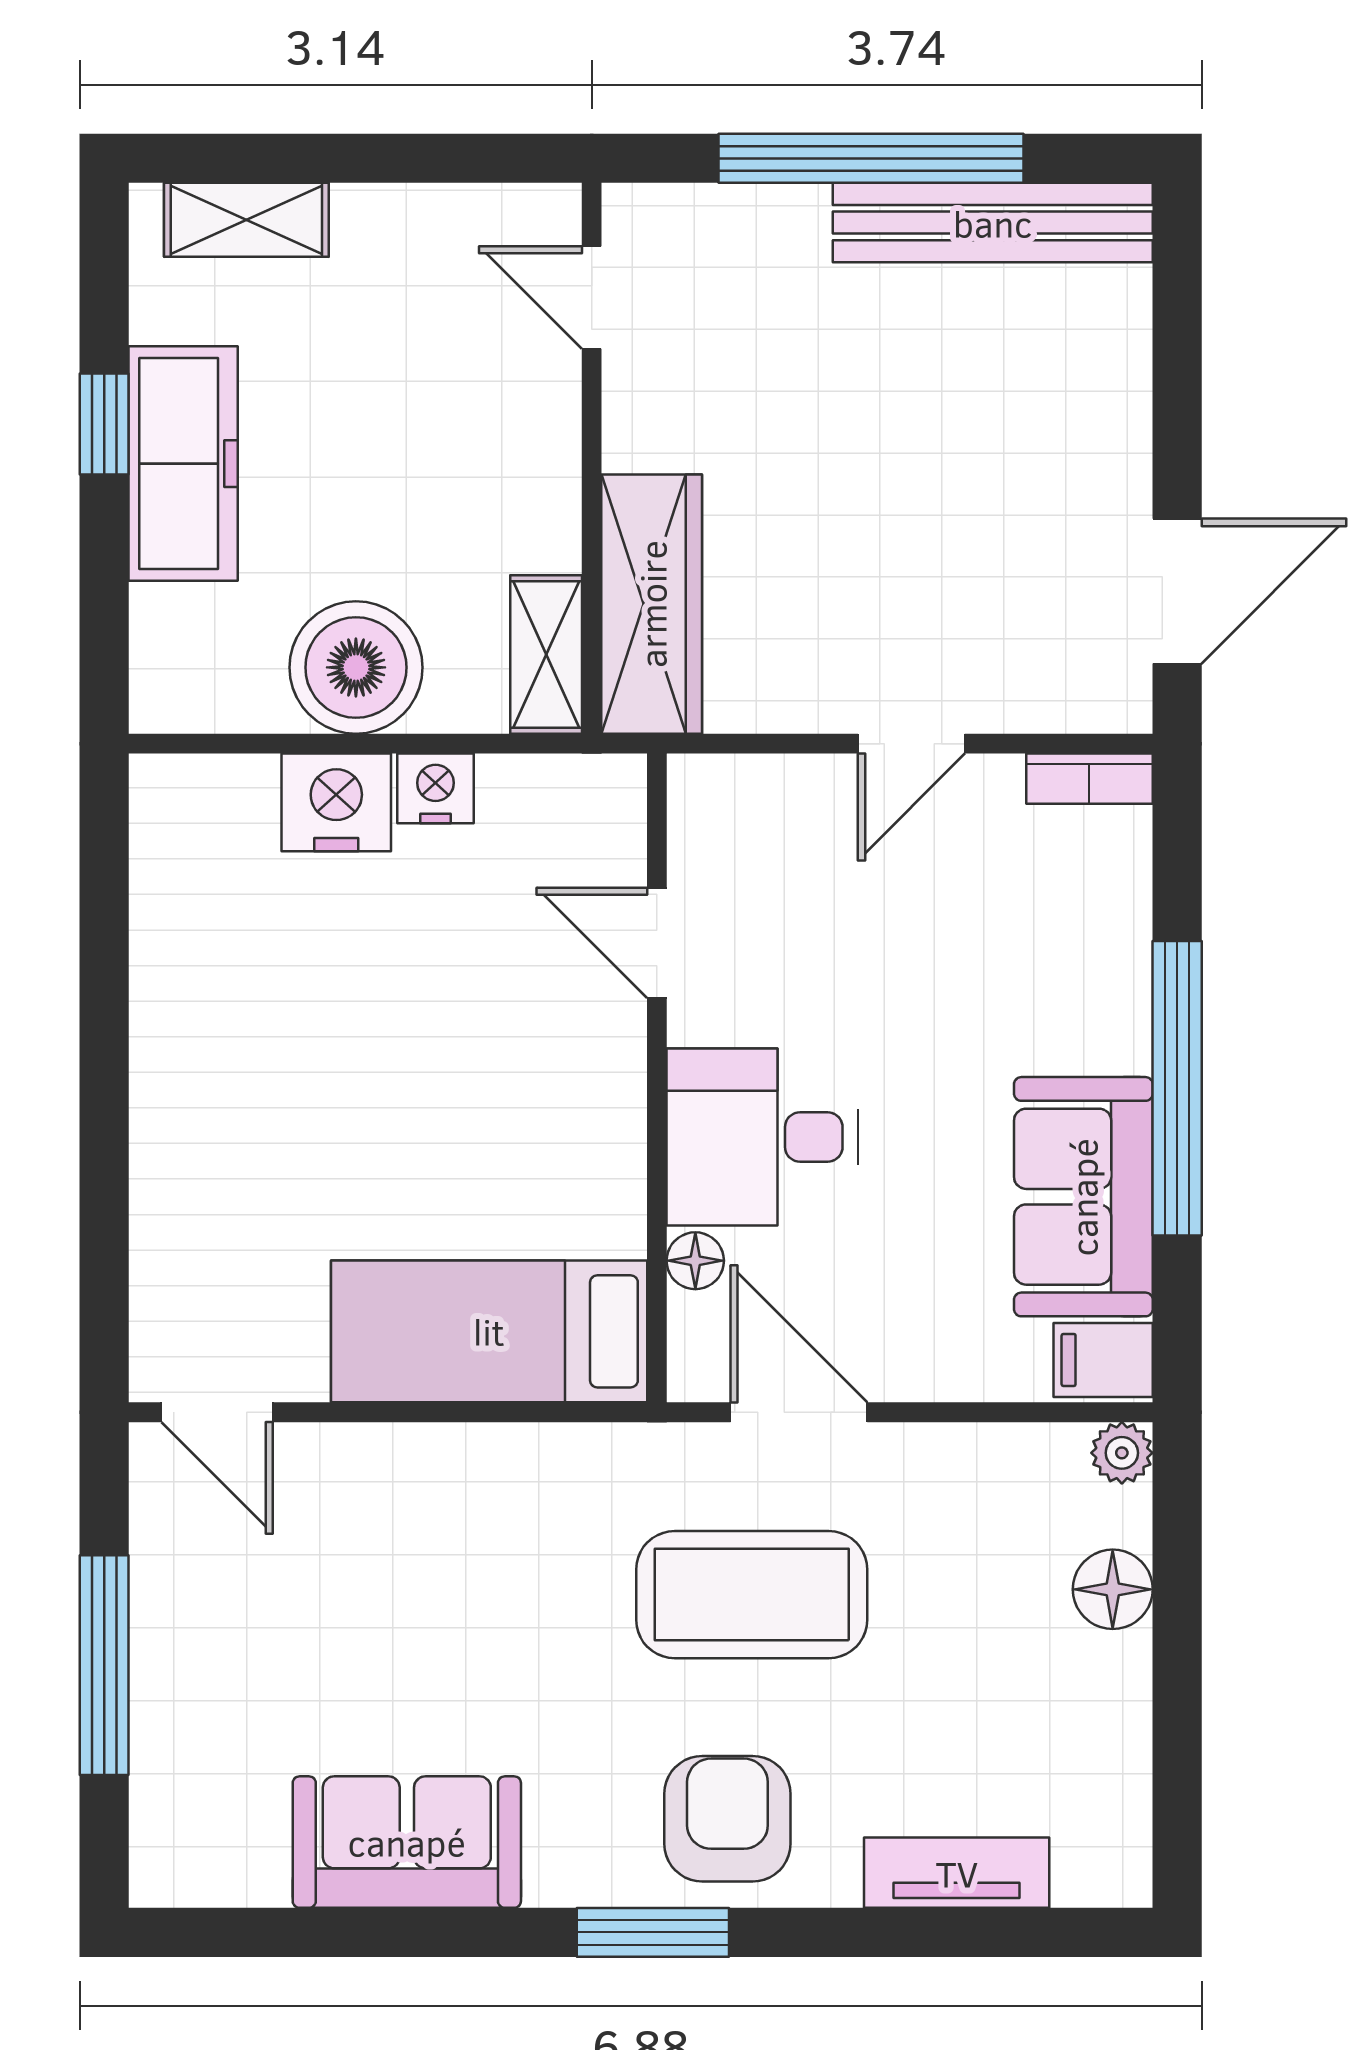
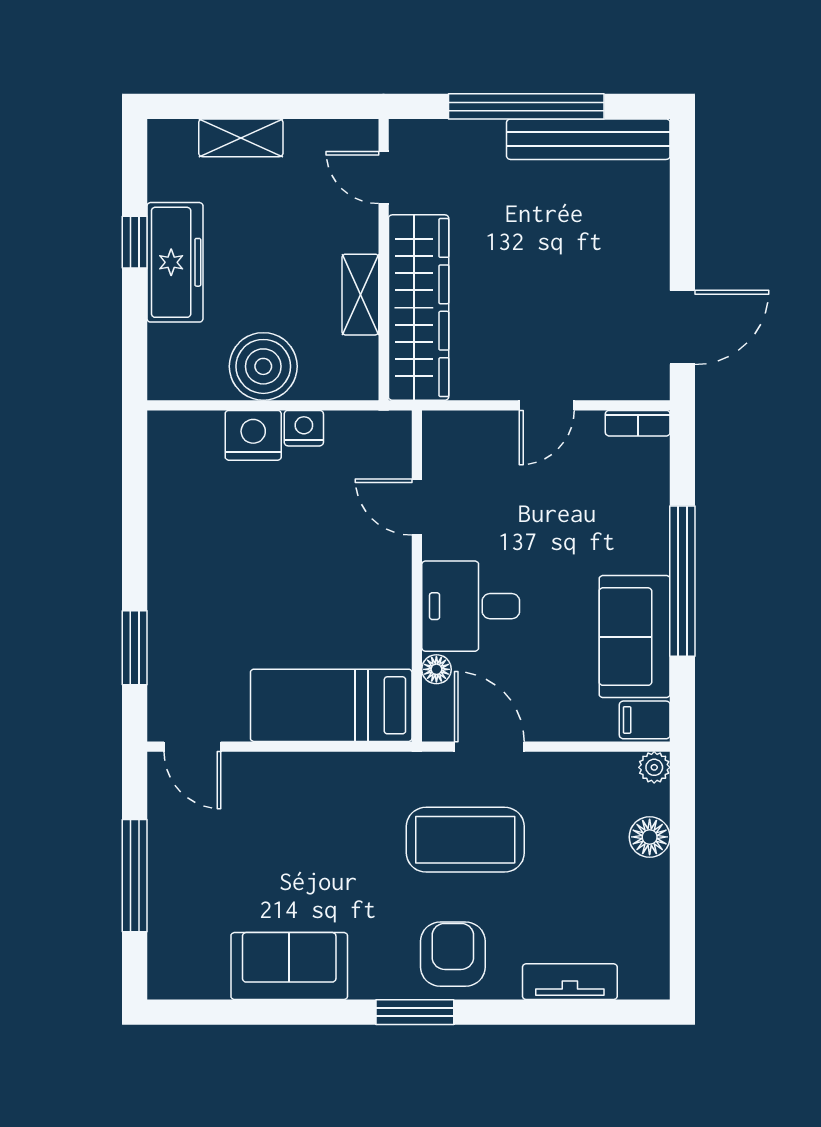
shelving: (246, 220) -> (241, 138), moved
wardrobe: (652, 604) -> (419, 308), width x1.40, depth x1.17
shelving: (546, 654) -> (360, 295), moved
window: (104, 1219) -> (135, 648), added

